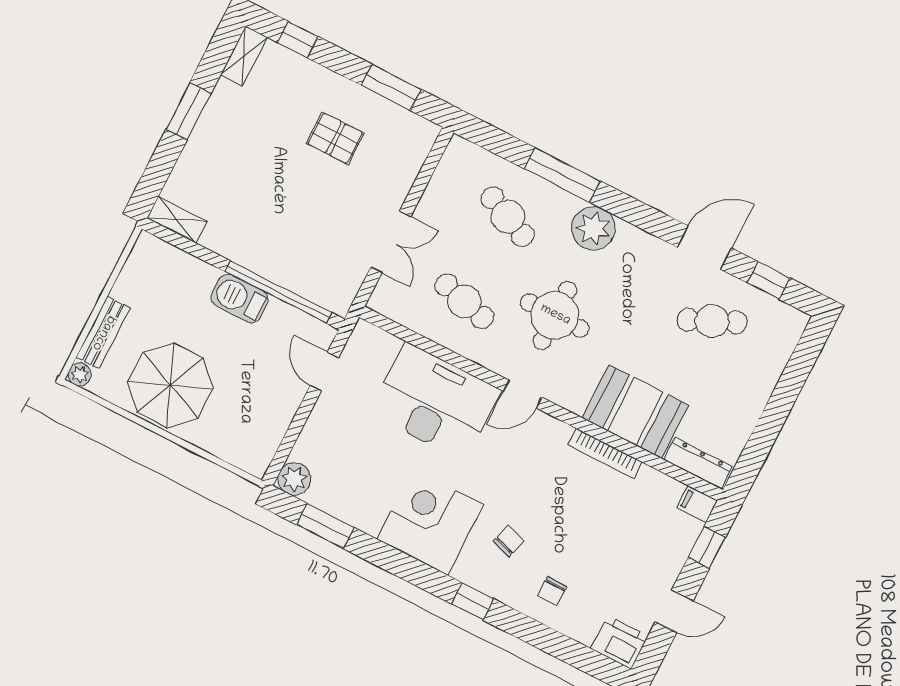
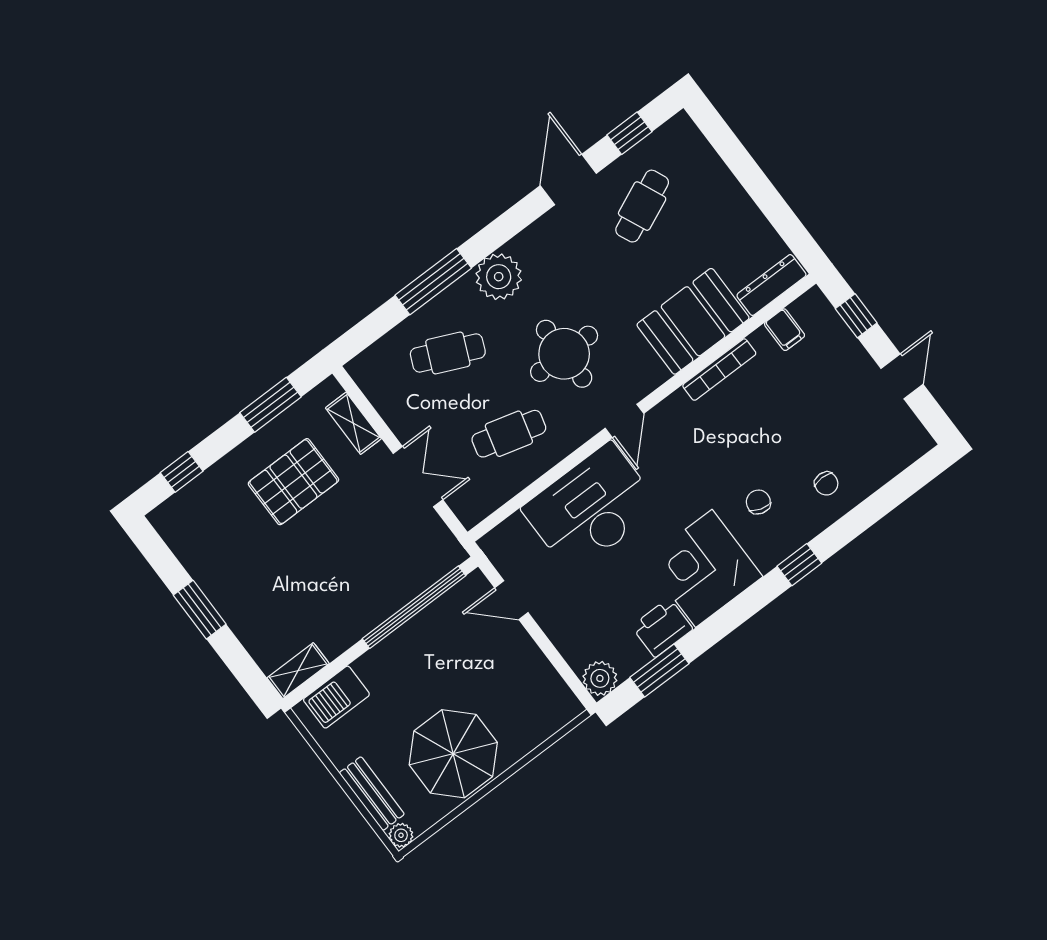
shelving: (244, 56) -> (353, 423), moved
pallet: (335, 138) -> (293, 482), width x1.50, depth x1.42
barbecue: (240, 298) -> (336, 697), moved
filing cabinet: (697, 504) -> (785, 330), moved, turned -90
printer: (619, 642) -> (662, 628), moved

